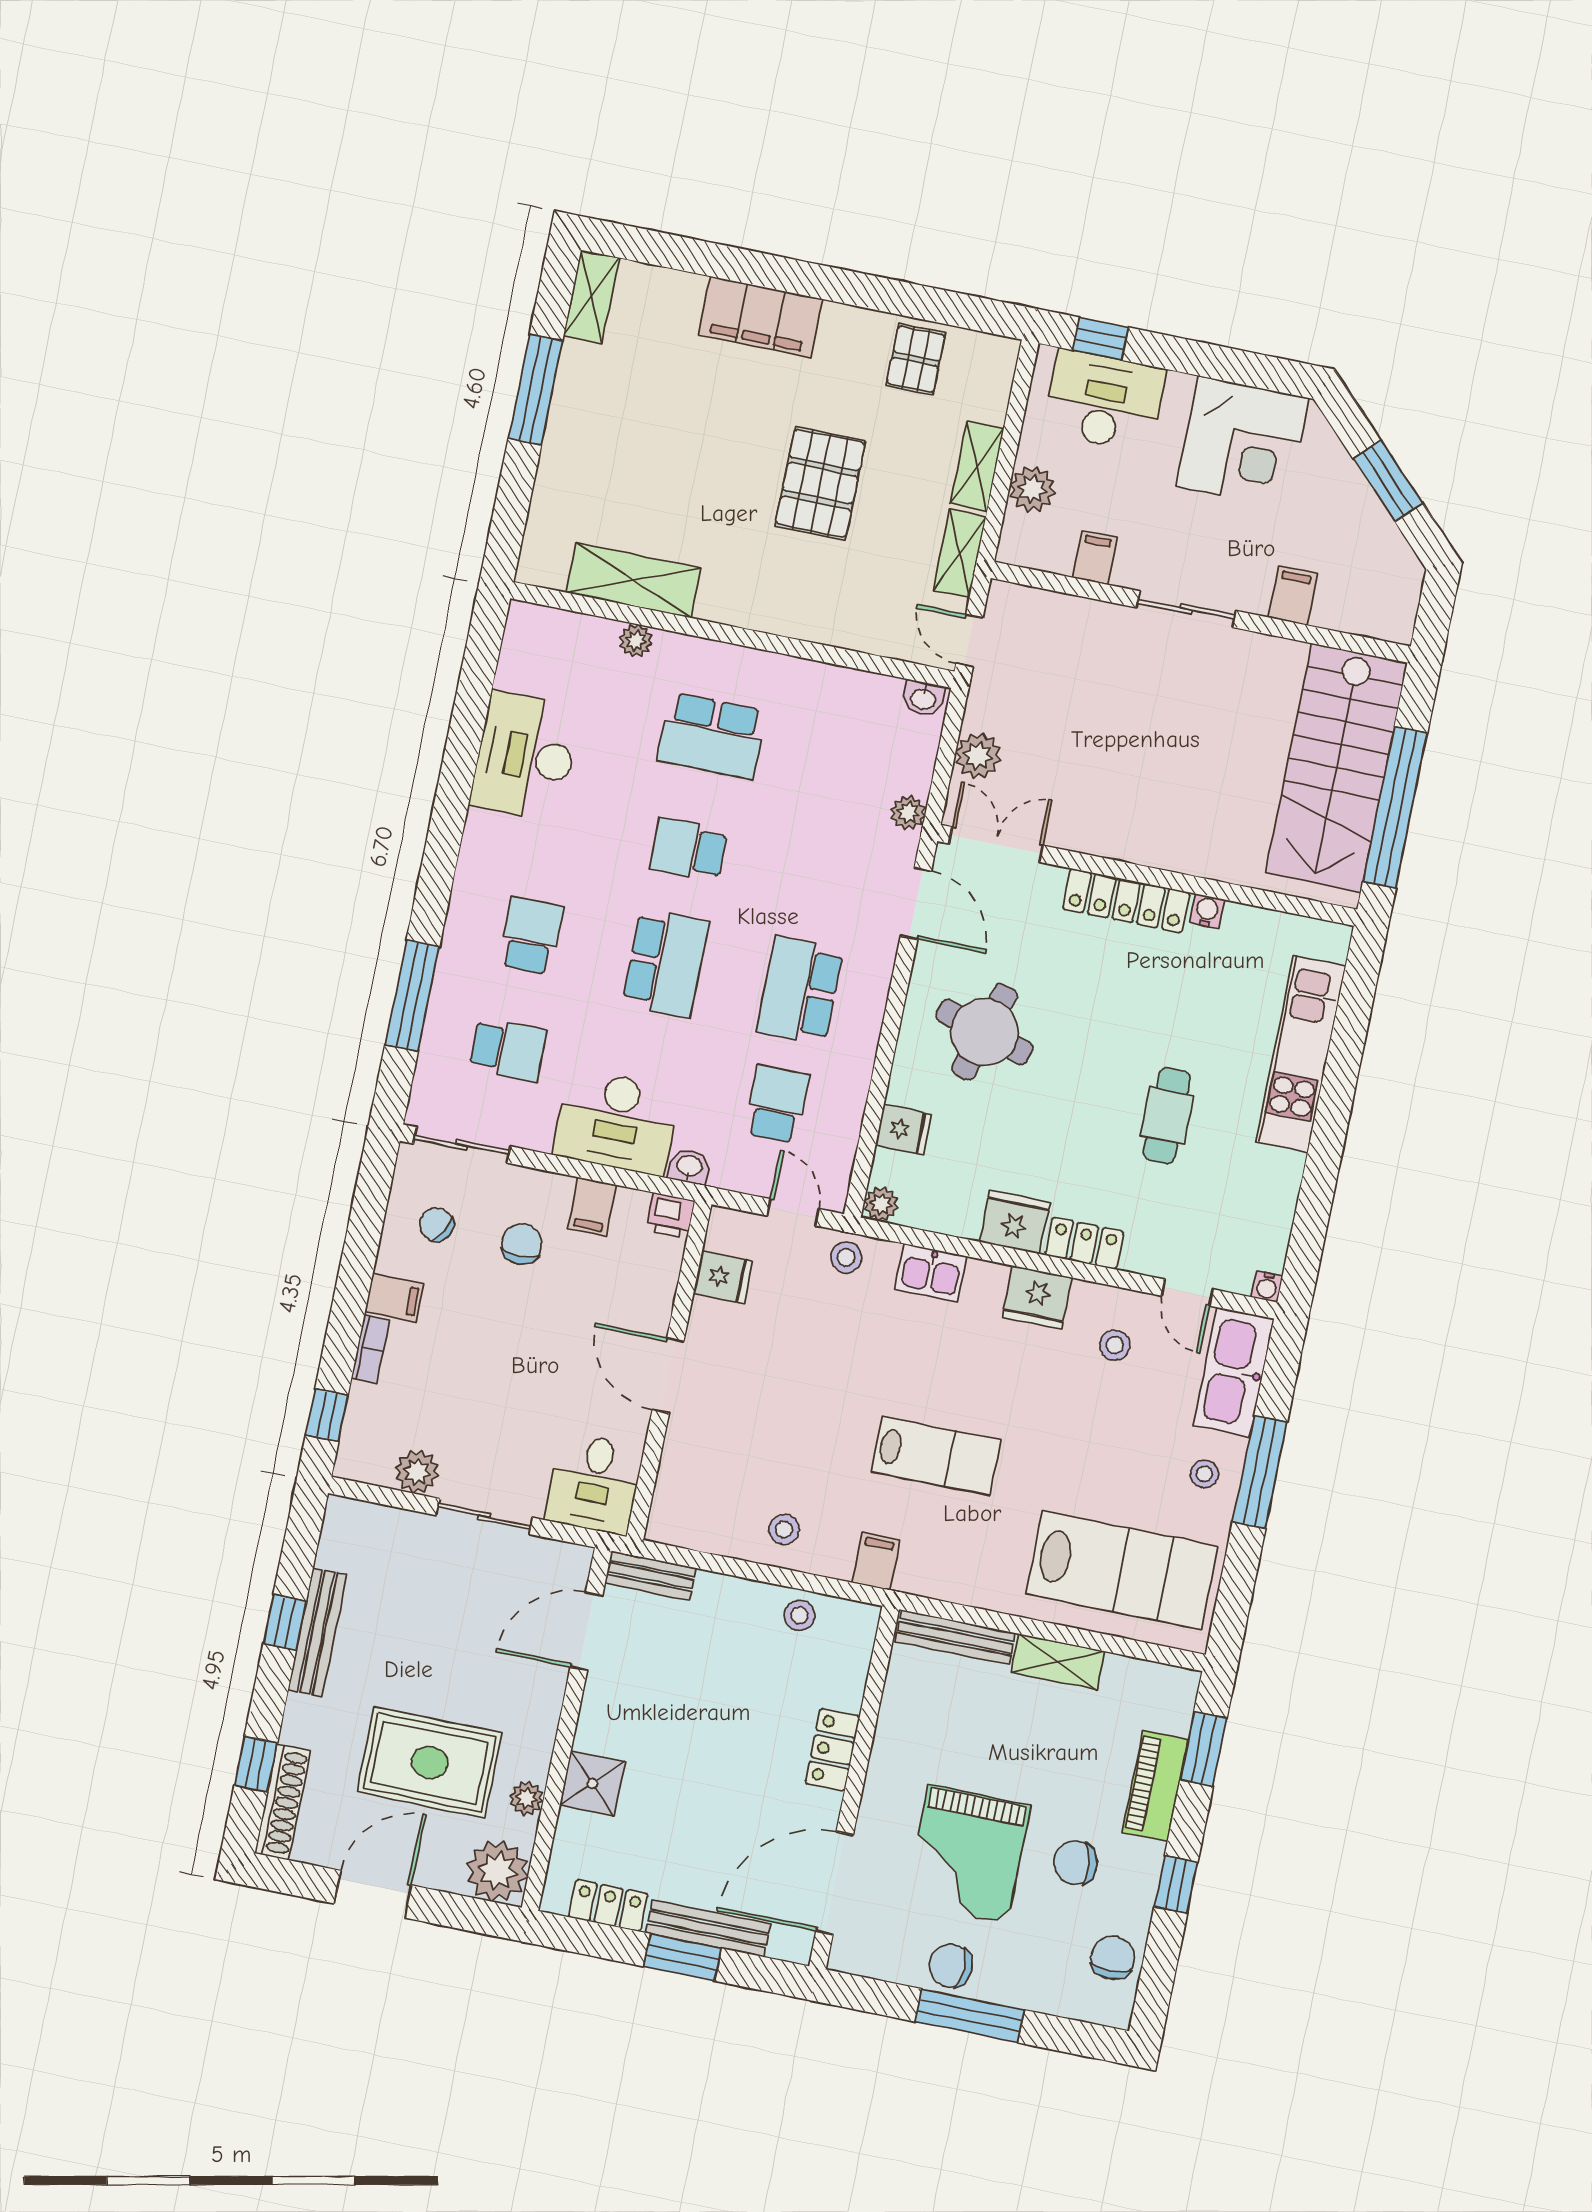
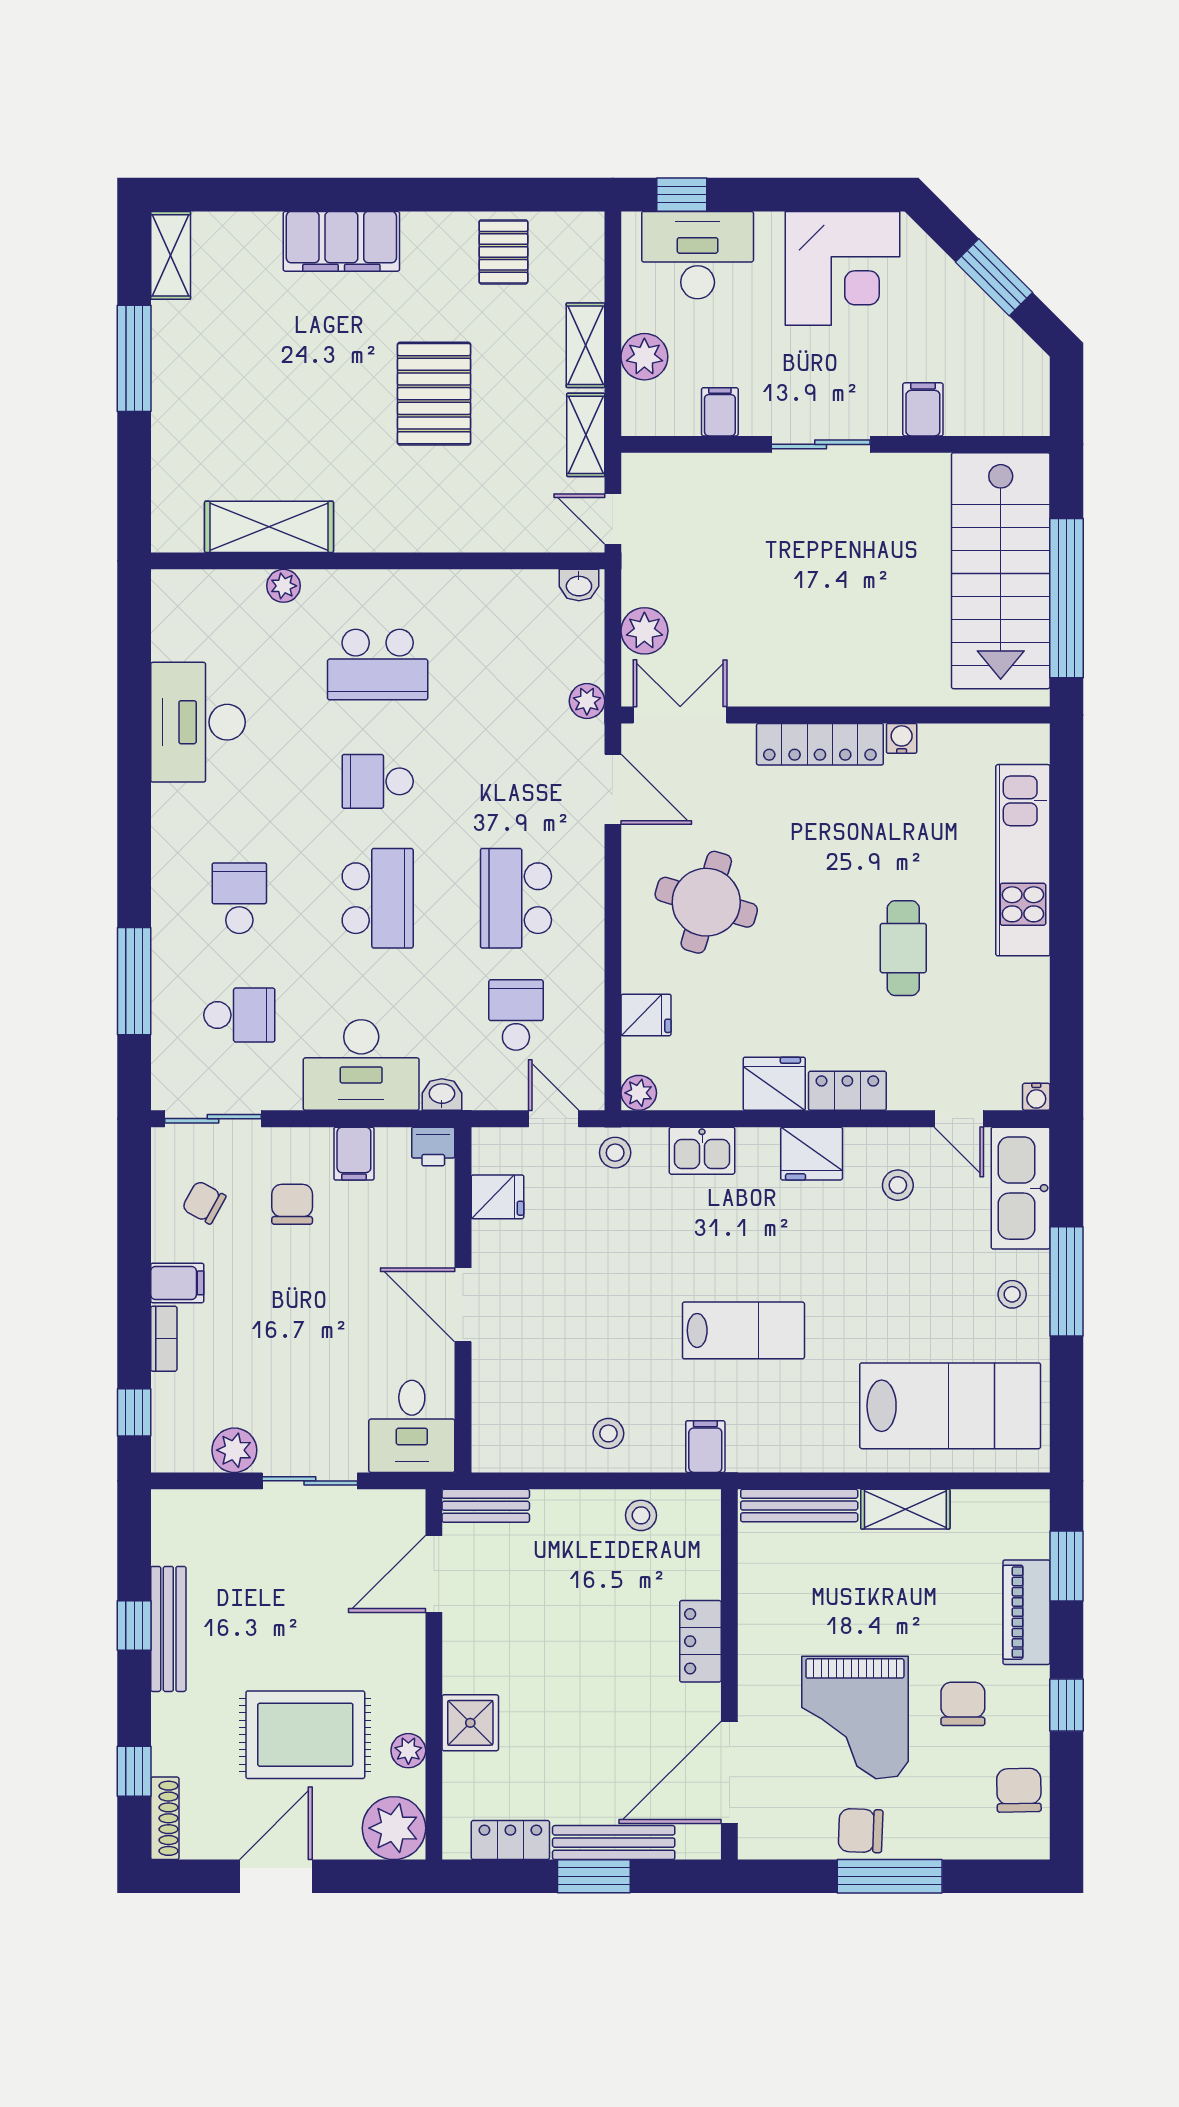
shoe rack: (283, 1802) -> (165, 1818), width x0.74, depth x0.81
chair: (1075, 1863) -> (963, 1704), turned 97

